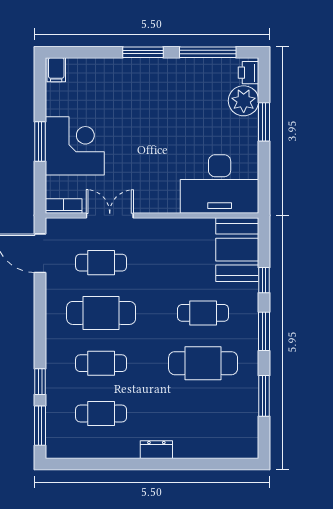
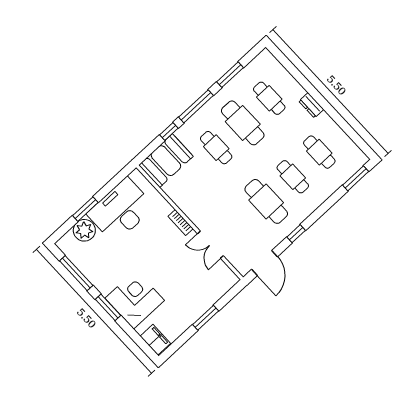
filing cabinet: (56, 70) -> (155, 340), width x2.00
printer: (248, 73) -> (67, 242), removed
corner desk: (75, 146) -> (135, 299), moved, turned 90
desk: (220, 184) -> (121, 210), moved, turned -90
bookcase: (64, 206) -> (181, 223), moved
cafe table: (101, 263) -> (269, 98), moved
window: (264, 331) -> (196, 106), width x1.44
window: (40, 382) -> (296, 234), moved

